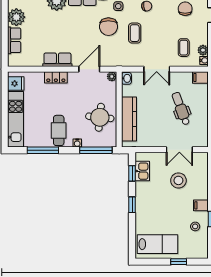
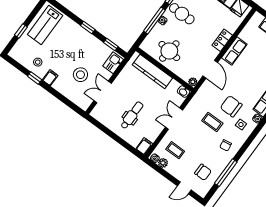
dental chair: (181, 109) -> (132, 115), turned -70
window: (96, 150) -> (154, 21), moved
kitchen sink: (142, 171) -> (113, 63), moved, turned 90

